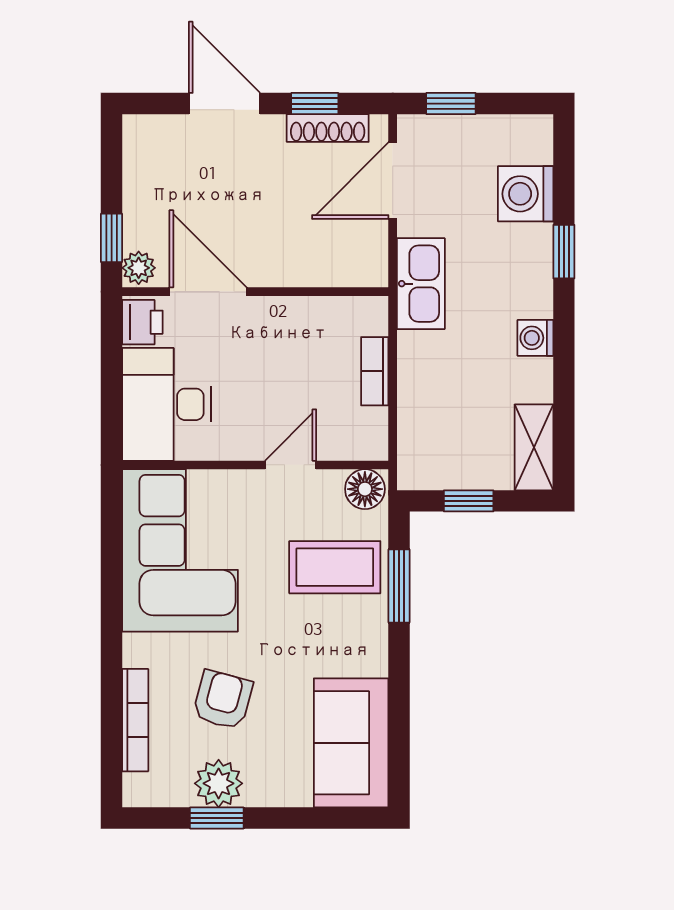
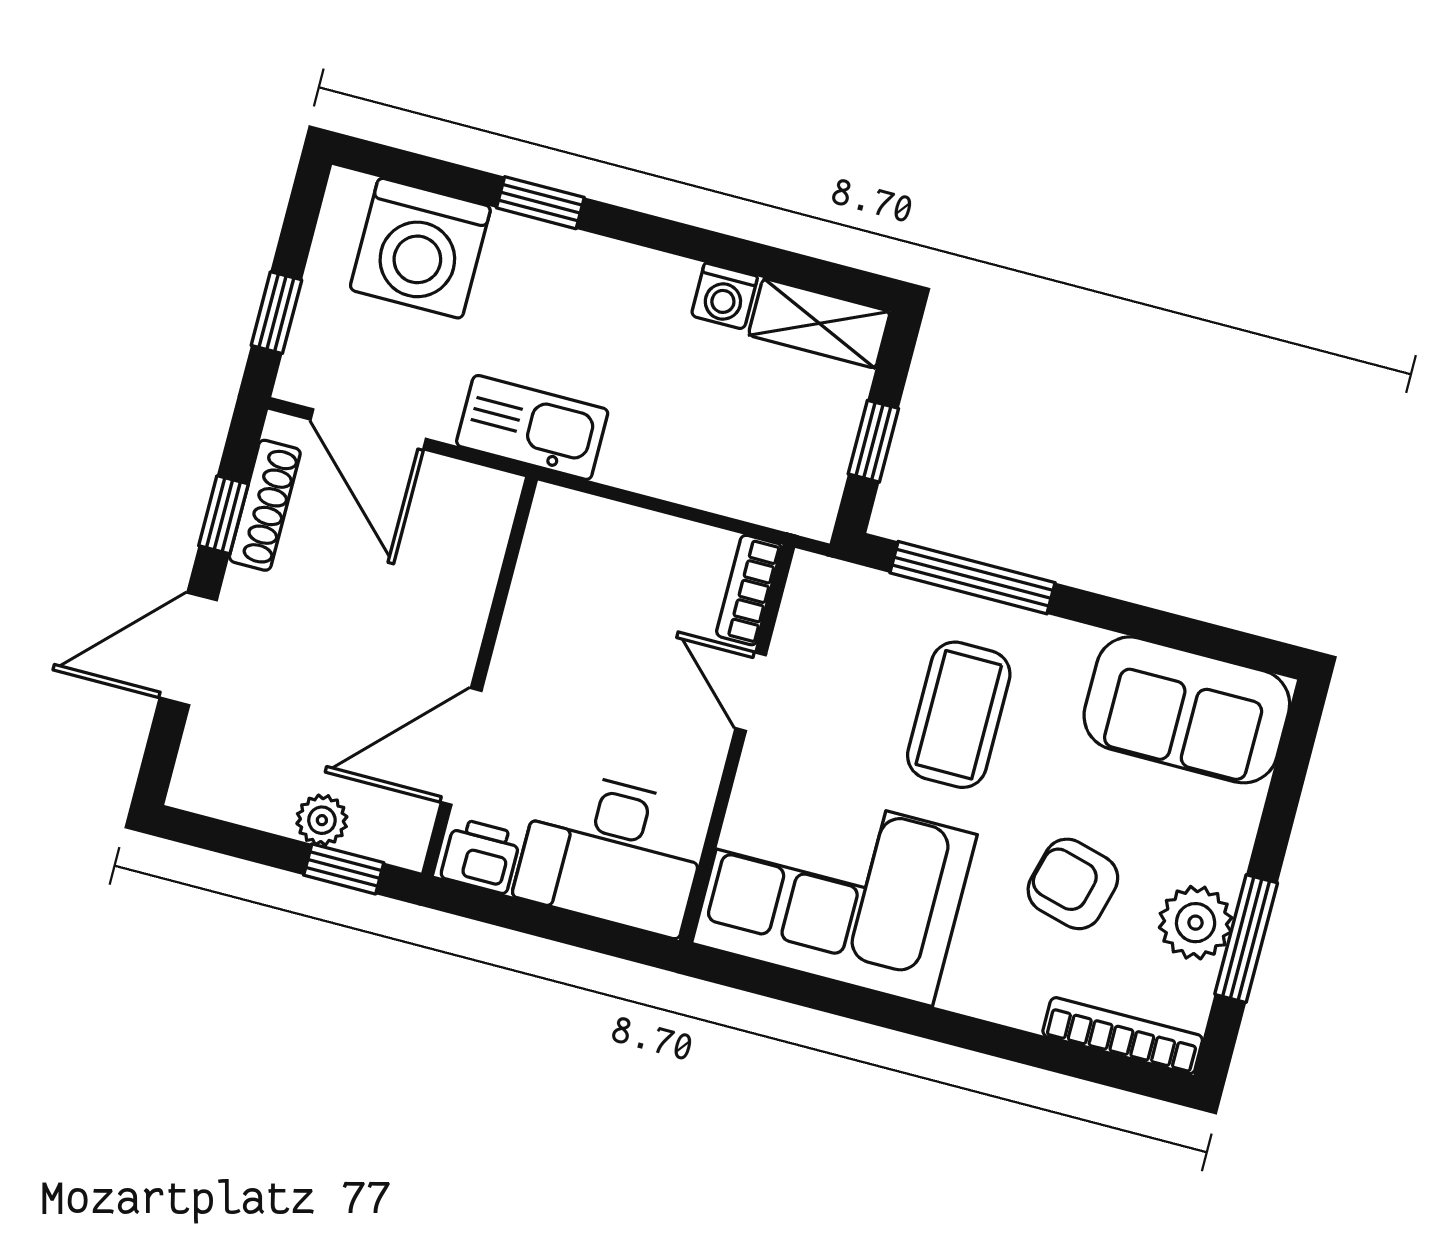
washing machine: (526, 194) -> (420, 248), width x1.37, depth x1.37
plant: (139, 268) -> (322, 820), moved
washing machine: (535, 338) -> (724, 296), moved
bookcase: (375, 371) -> (749, 590), moved, turned 90
floor lamp: (365, 489) -> (815, 591), removed
coffee table: (335, 567) -> (959, 715), moved
window: (399, 586) -> (973, 578), width x1.44
bookcase: (135, 720) -> (1123, 1036), moved
window: (217, 818) -> (1246, 939), width x1.50

